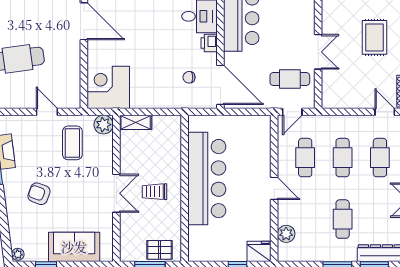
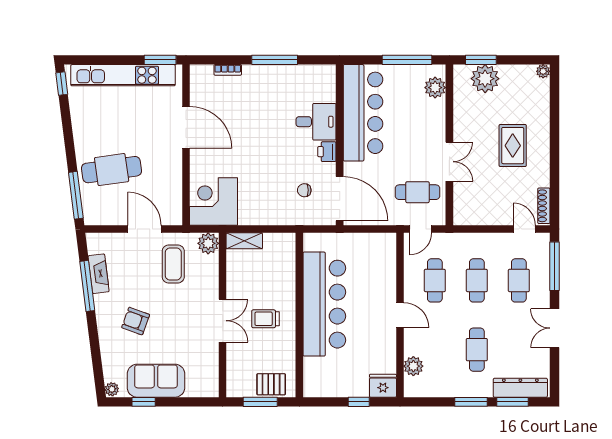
door: (47, 112) -> (145, 229), width x1.38
sofa: (74, 247) -> (156, 381), moved

